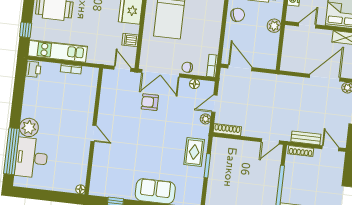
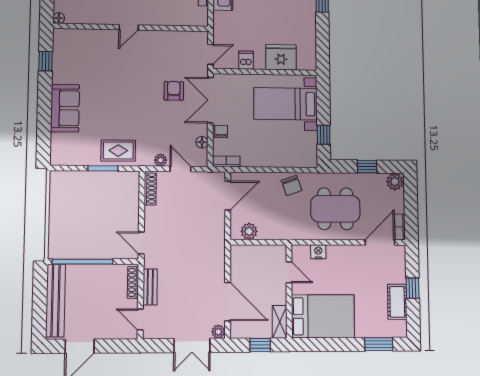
plant: (274, 26) -> (249, 231), moved
door: (330, 148) -> (140, 319), swing flipped

